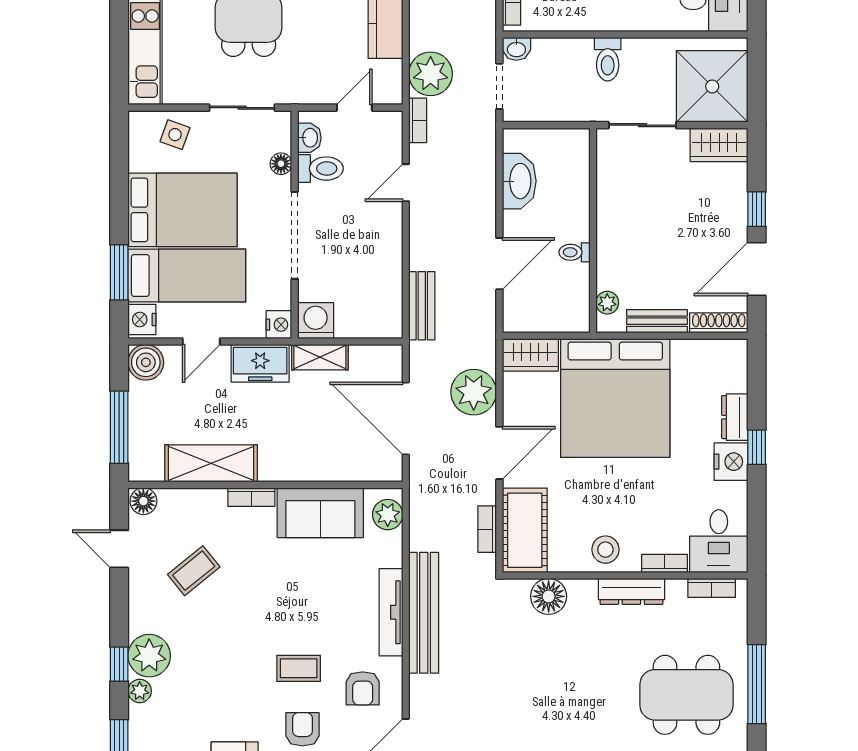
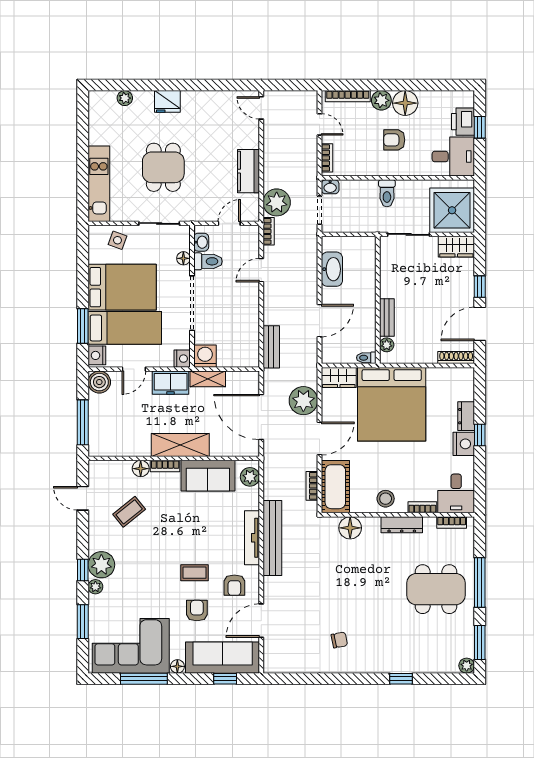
toilet: (575, 252) -> (366, 358), moved
bench: (657, 321) -> (387, 317), moved, turned 90
shelving: (211, 463) -> (180, 445), moved
floor lamp: (143, 501) -> (141, 469), moved

